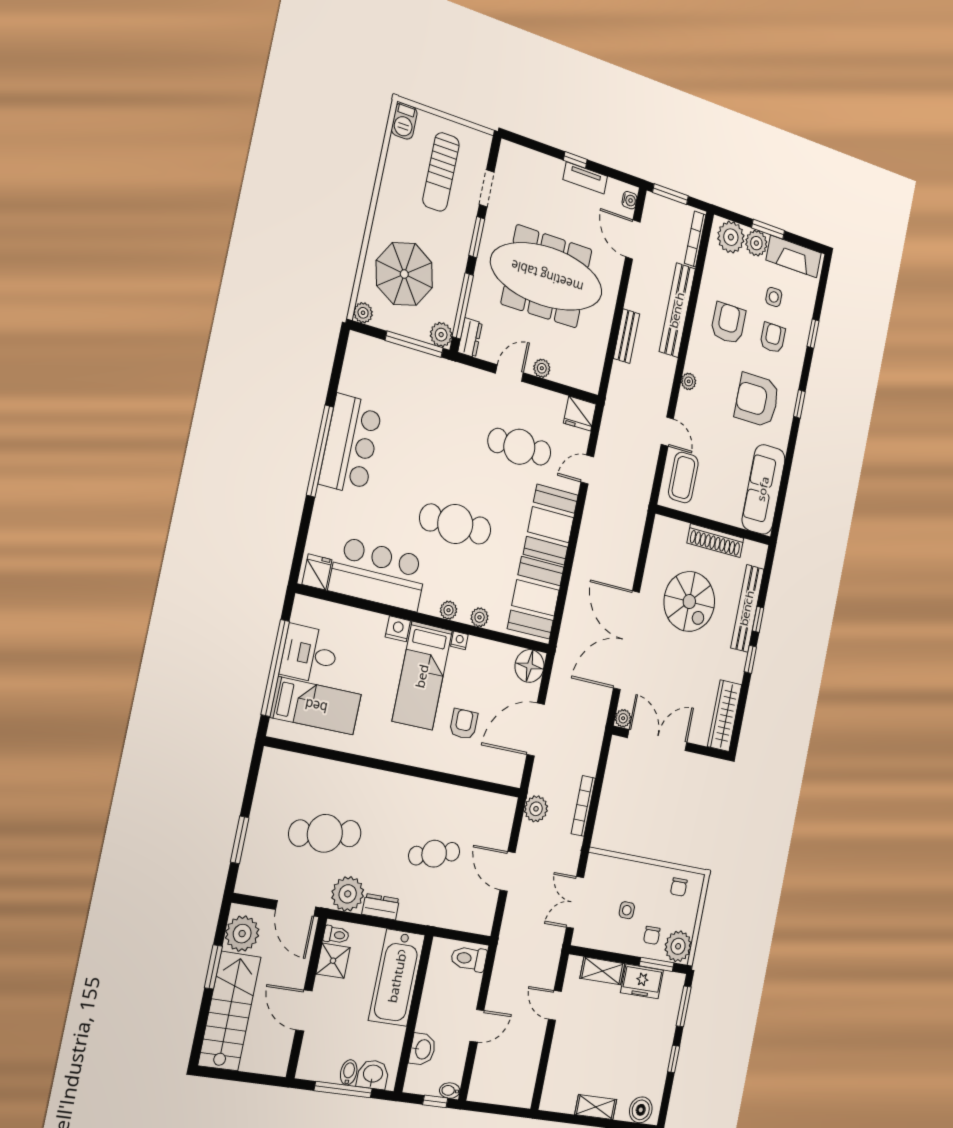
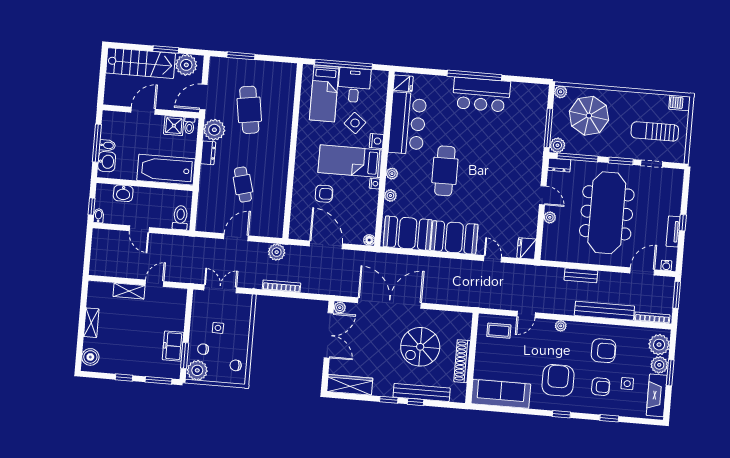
cafe table: (519, 447) -> (499, 208), removed
coffee table: (683, 478) -> (499, 331), width x0.73, depth x0.77
side table: (367, 660) -> (355, 123), added
floor lamp: (530, 666) -> (369, 240), width x0.53, depth x0.53
shelving: (602, 971) -> (129, 291), moved, turned 90

